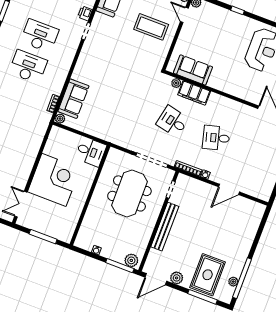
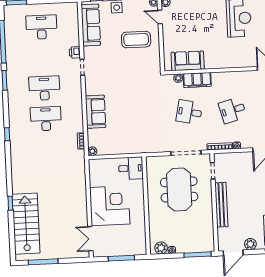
sofa: (73, 99) -> (95, 112), moved
plant: (131, 260) -> (161, 248), moved

